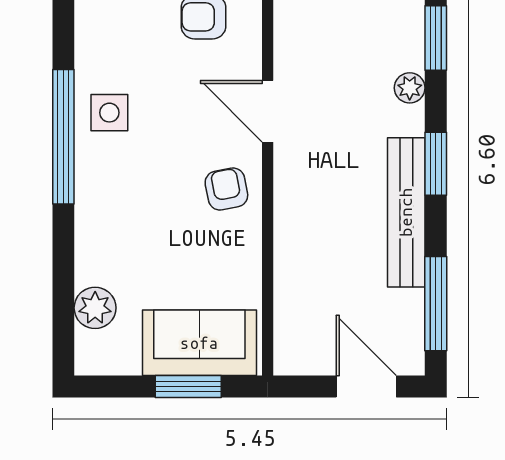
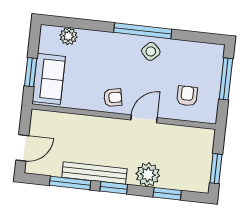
plant: (410, 88) -> (148, 175), width x1.87, depth x1.87
side table: (109, 113) -> (151, 51), turned 45
window: (436, 304) -> (70, 183), moved

